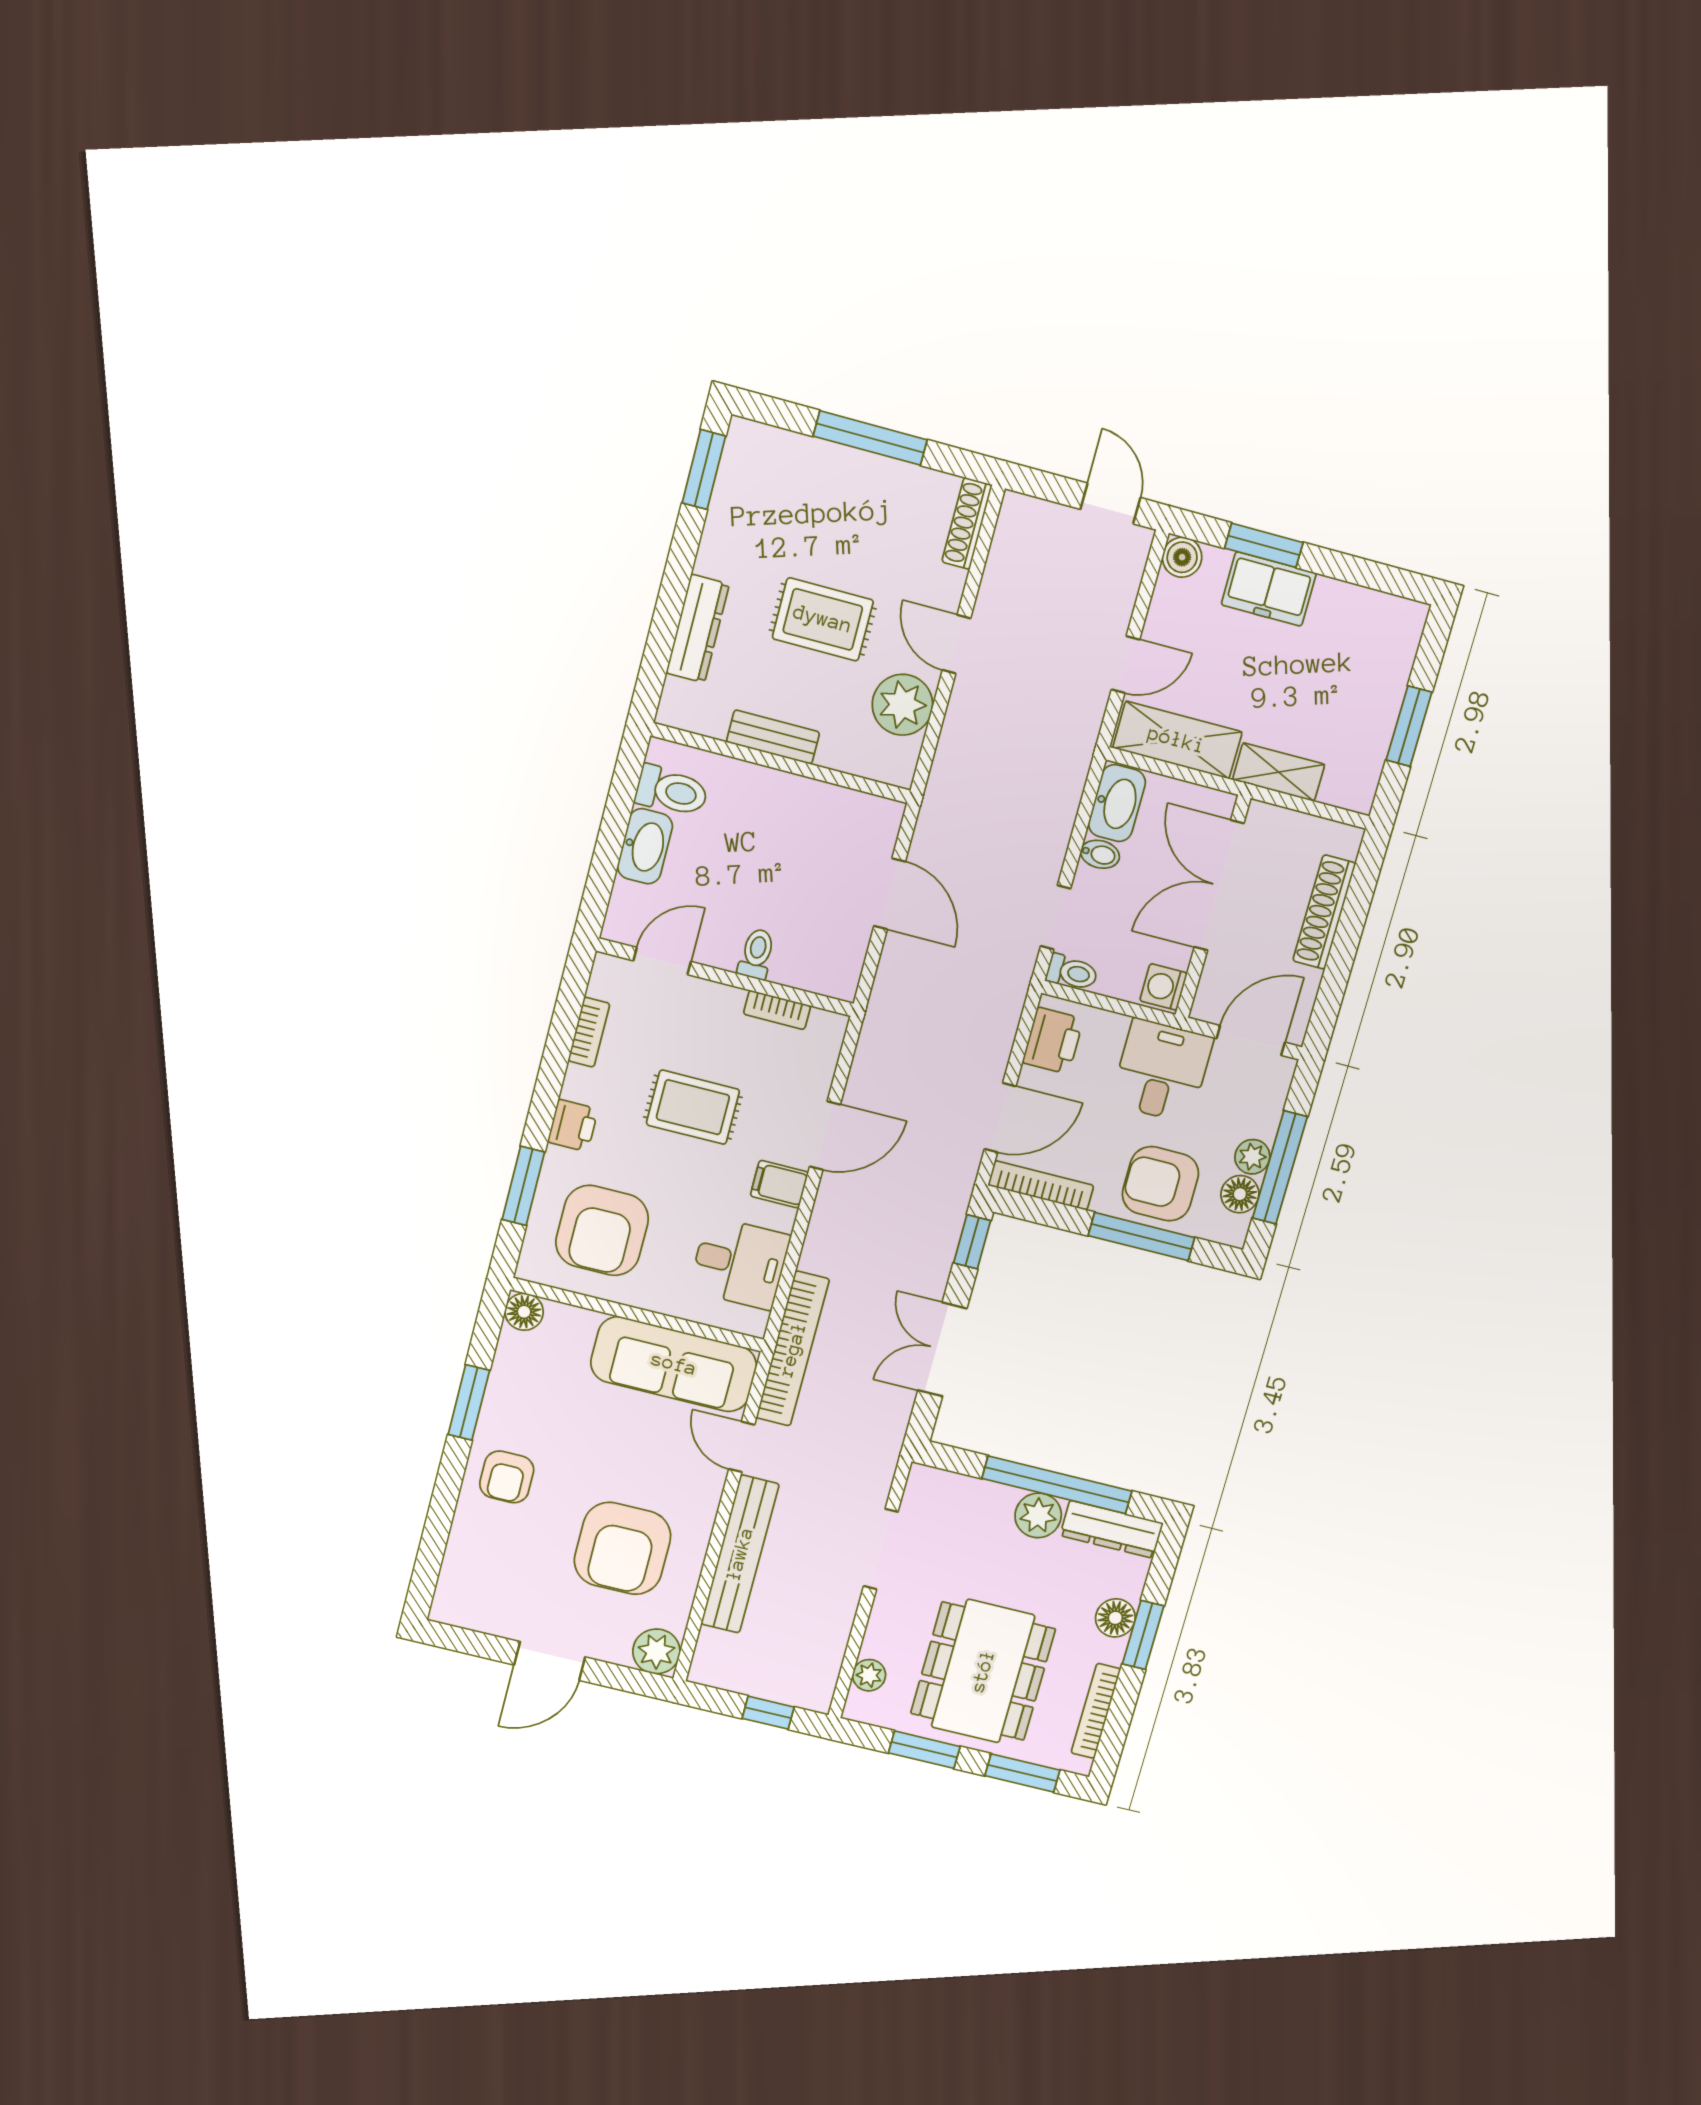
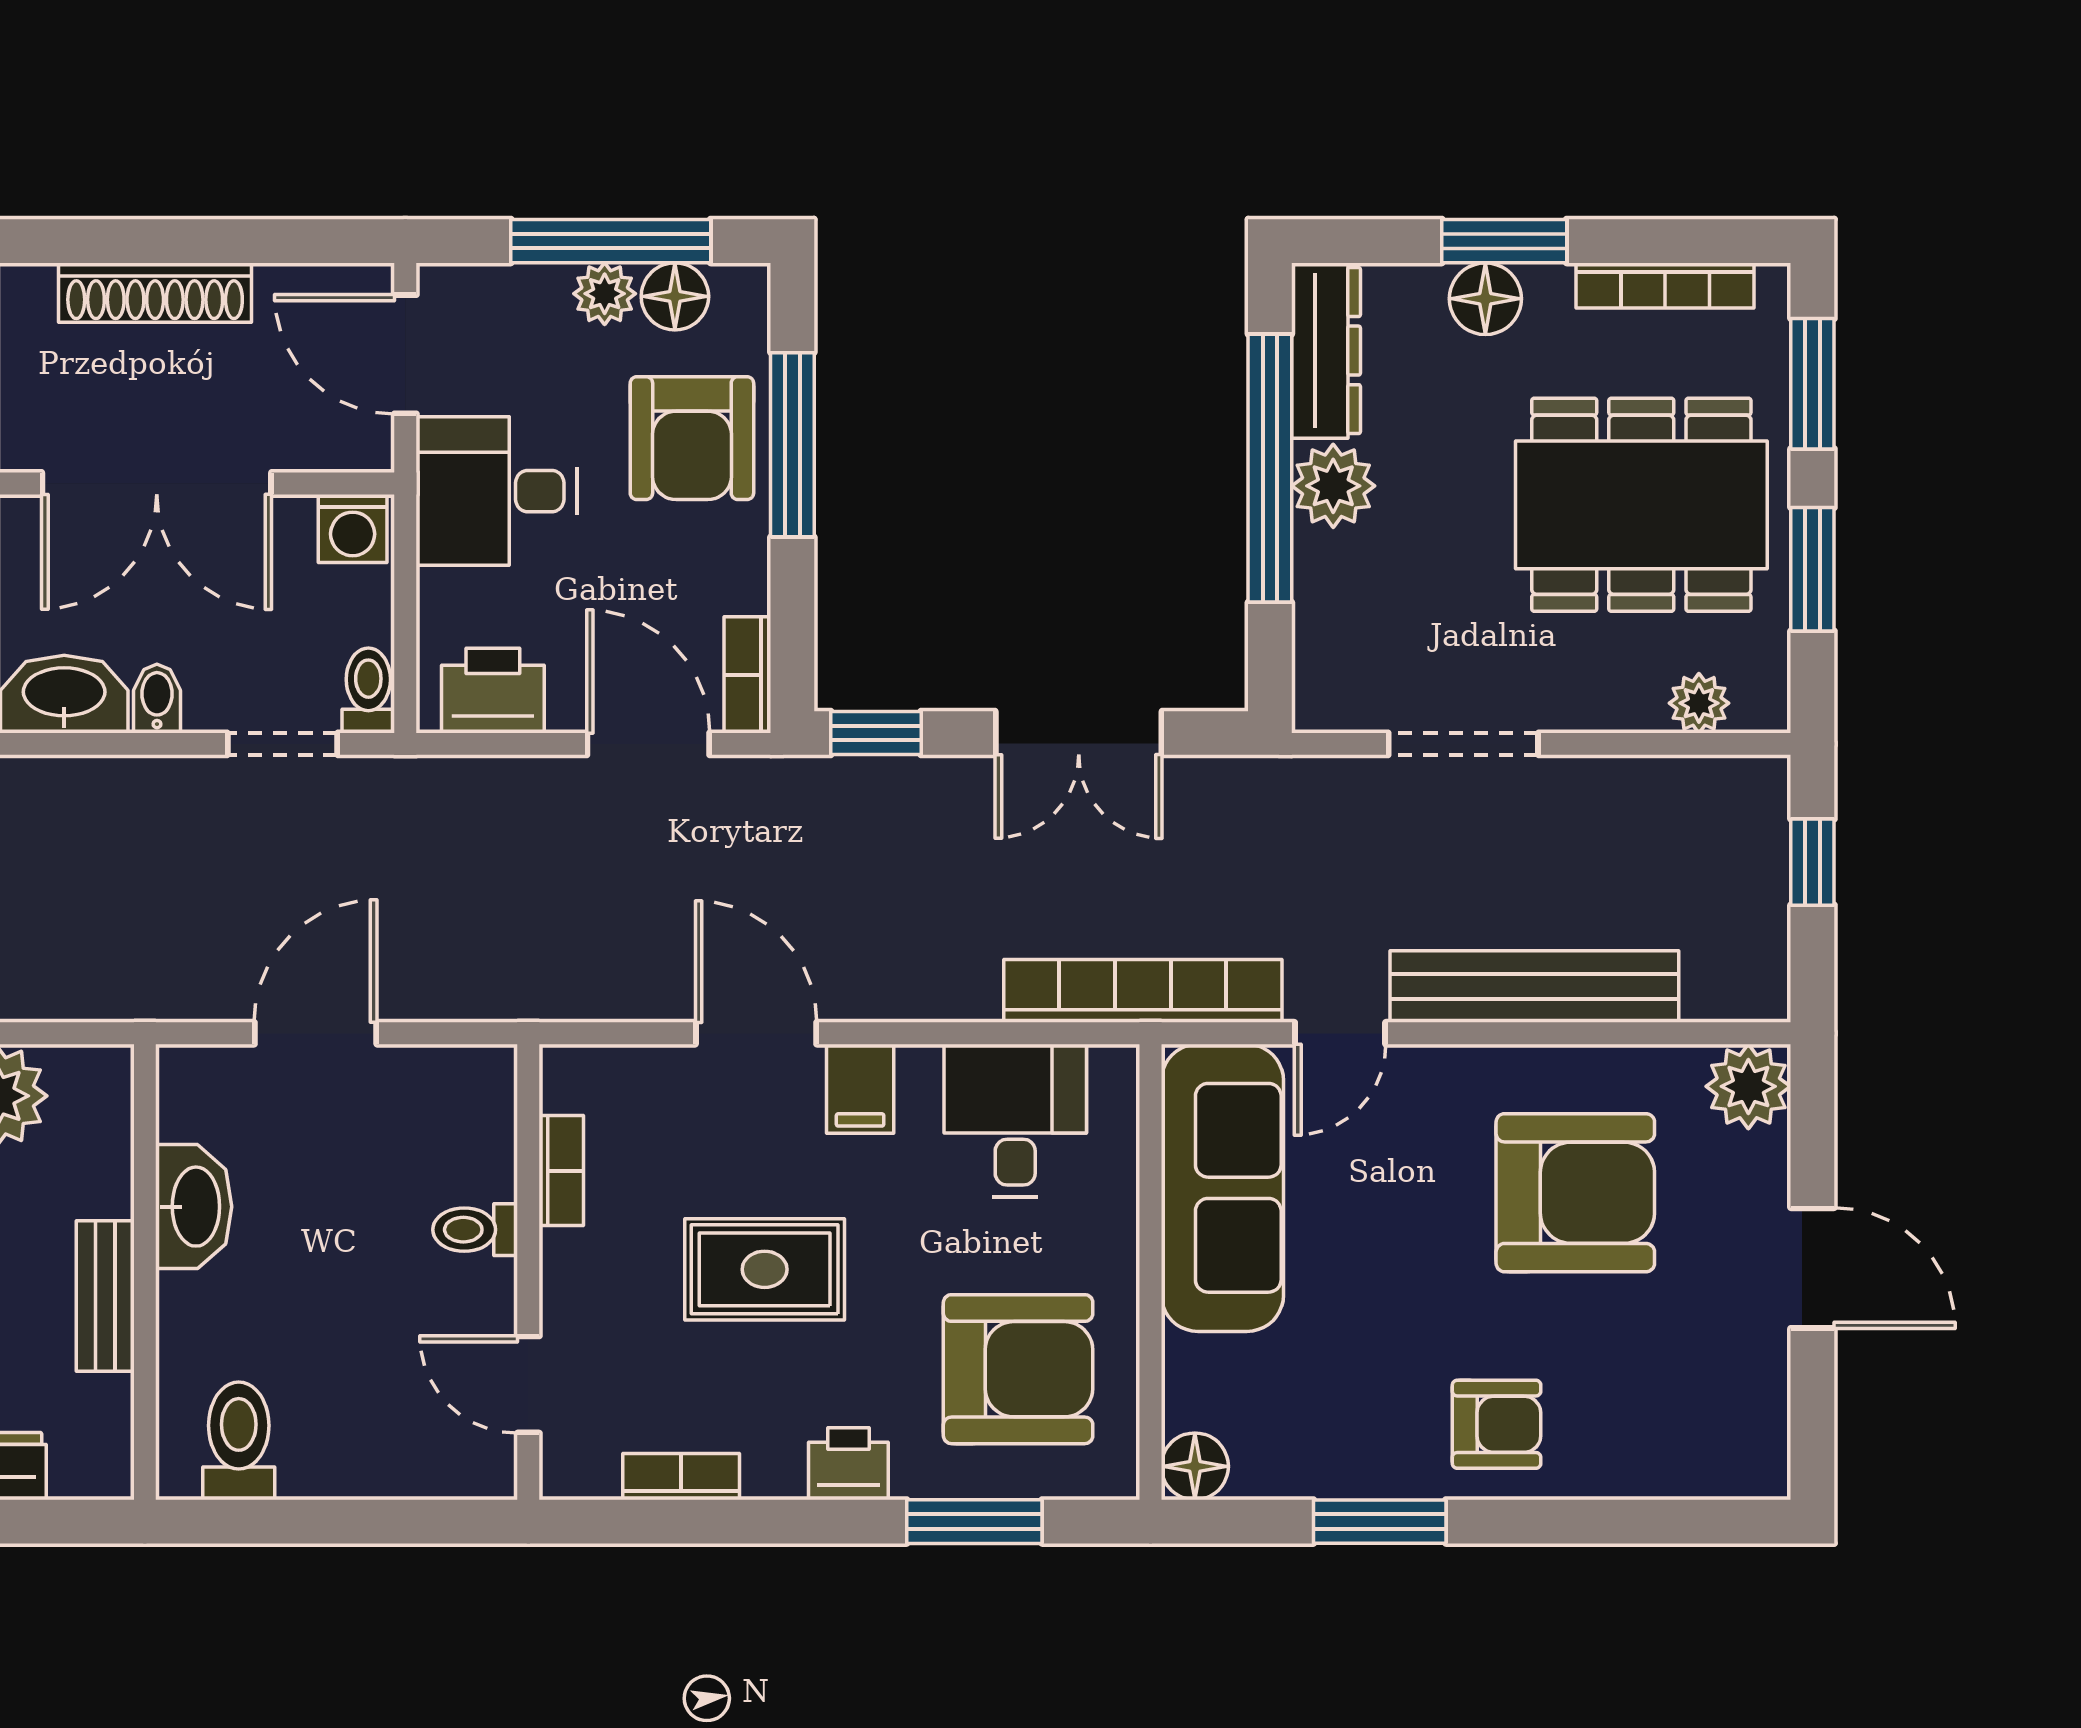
washbasin: (645, 846) -> (194, 1207), moved, turned 90
rug: (693, 1107) -> (765, 1269), turned 90
bookcase: (1041, 1185) -> (747, 675), width x0.64

